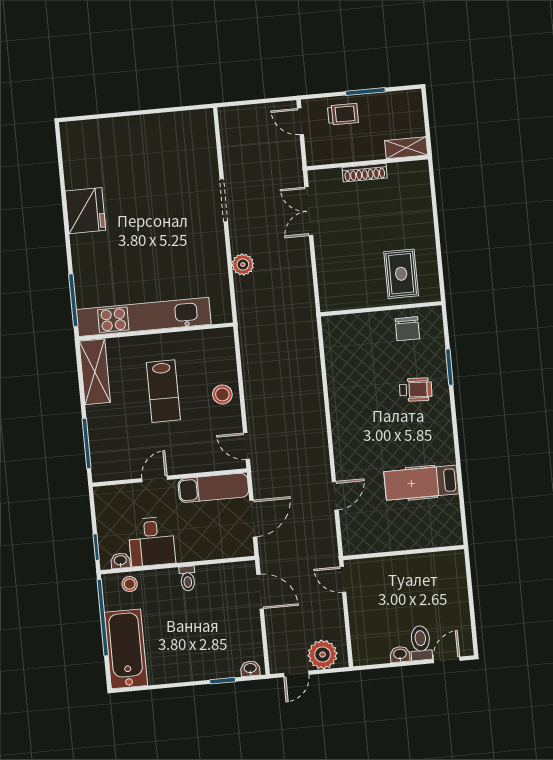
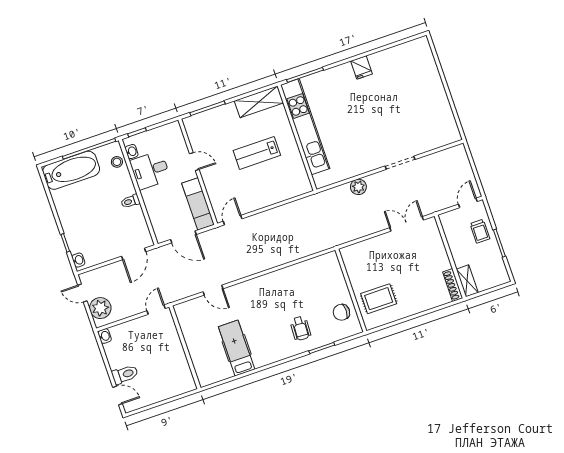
shoe rack: (365, 173) -> (453, 285), moved
fridge: (85, 211) -> (361, 67), width x0.53, depth x0.75
stool: (222, 394) -> (264, 195), removed
washbasin: (400, 654) -> (105, 336), moved

